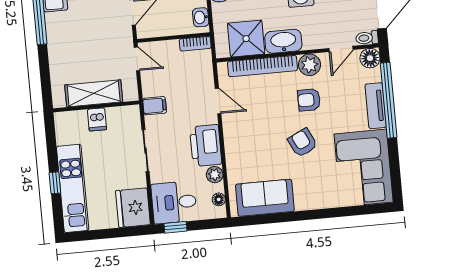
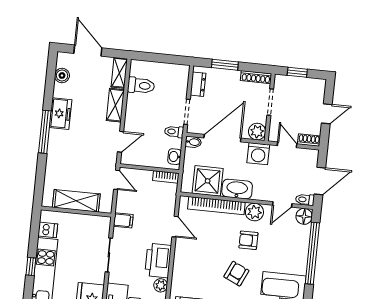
tv unit: (376, 106) -> (301, 256), removed
dishwasher: (97, 119) -> (48, 230), moved, turned -90
armchair: (303, 143) -> (236, 274), turned 51

